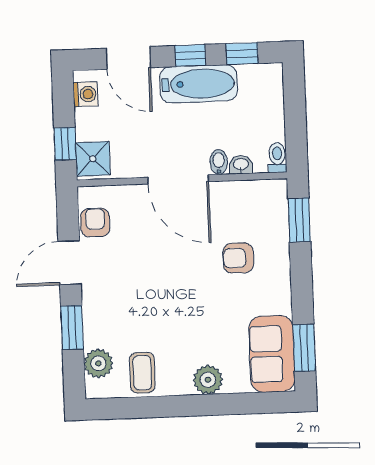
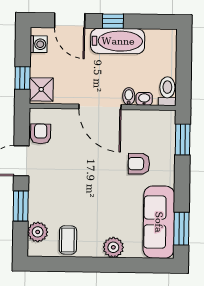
window: (242, 54) -> (149, 22), removed
toilet: (277, 158) -> (167, 91), width x1.37, depth x1.39
sofa: (272, 354) -> (159, 222), width x1.36

